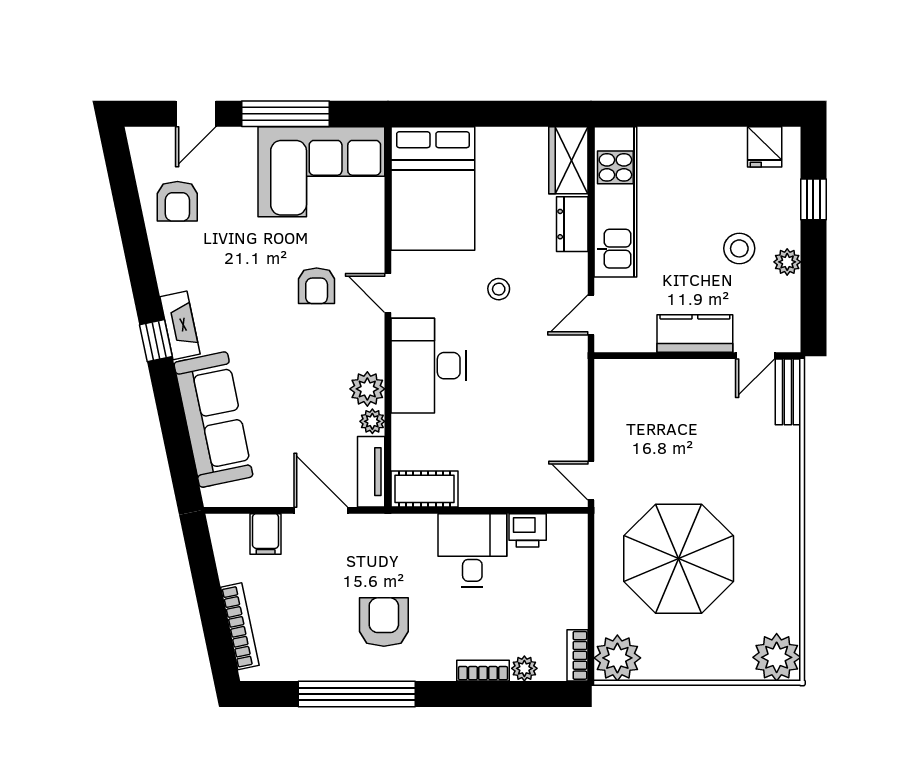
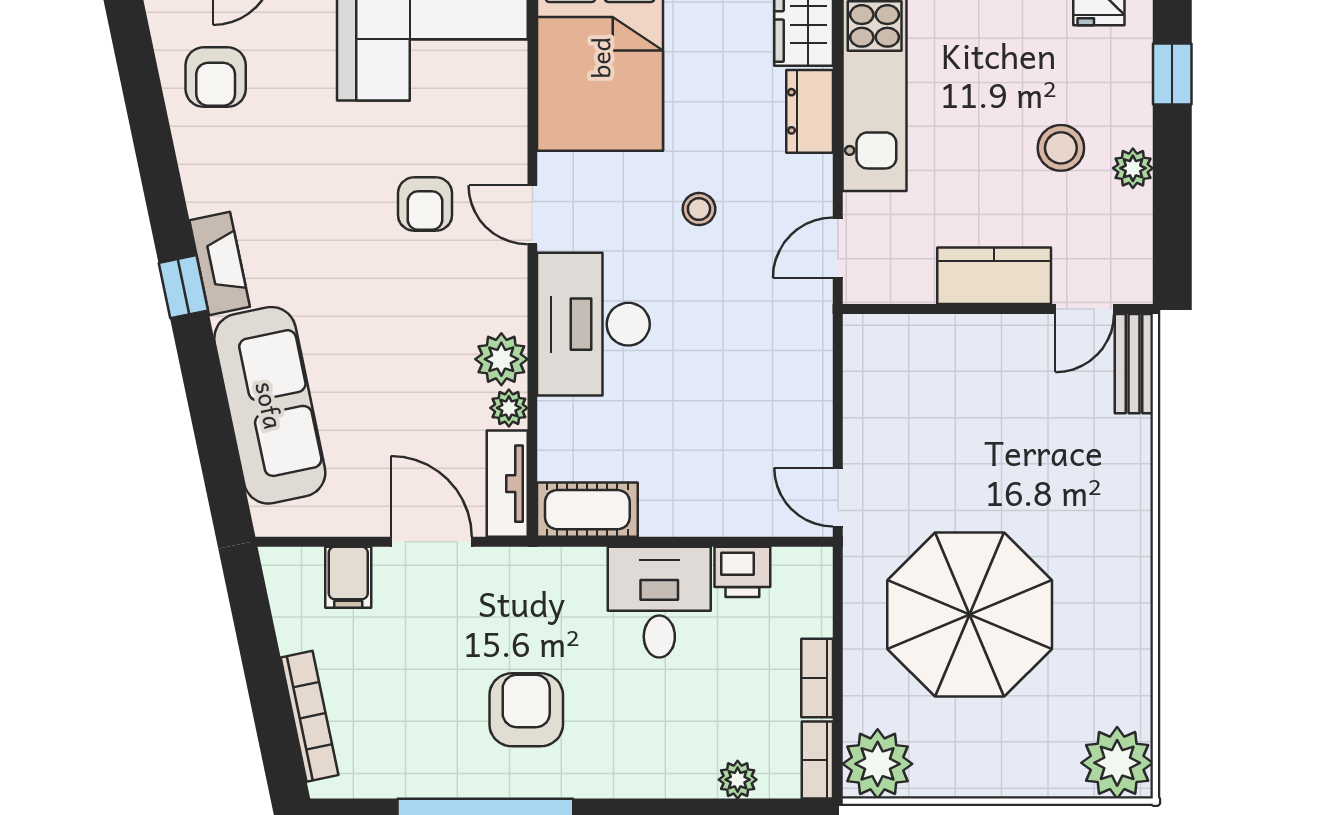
bookcase: (483, 671) -> (817, 678), moved, turned -90

